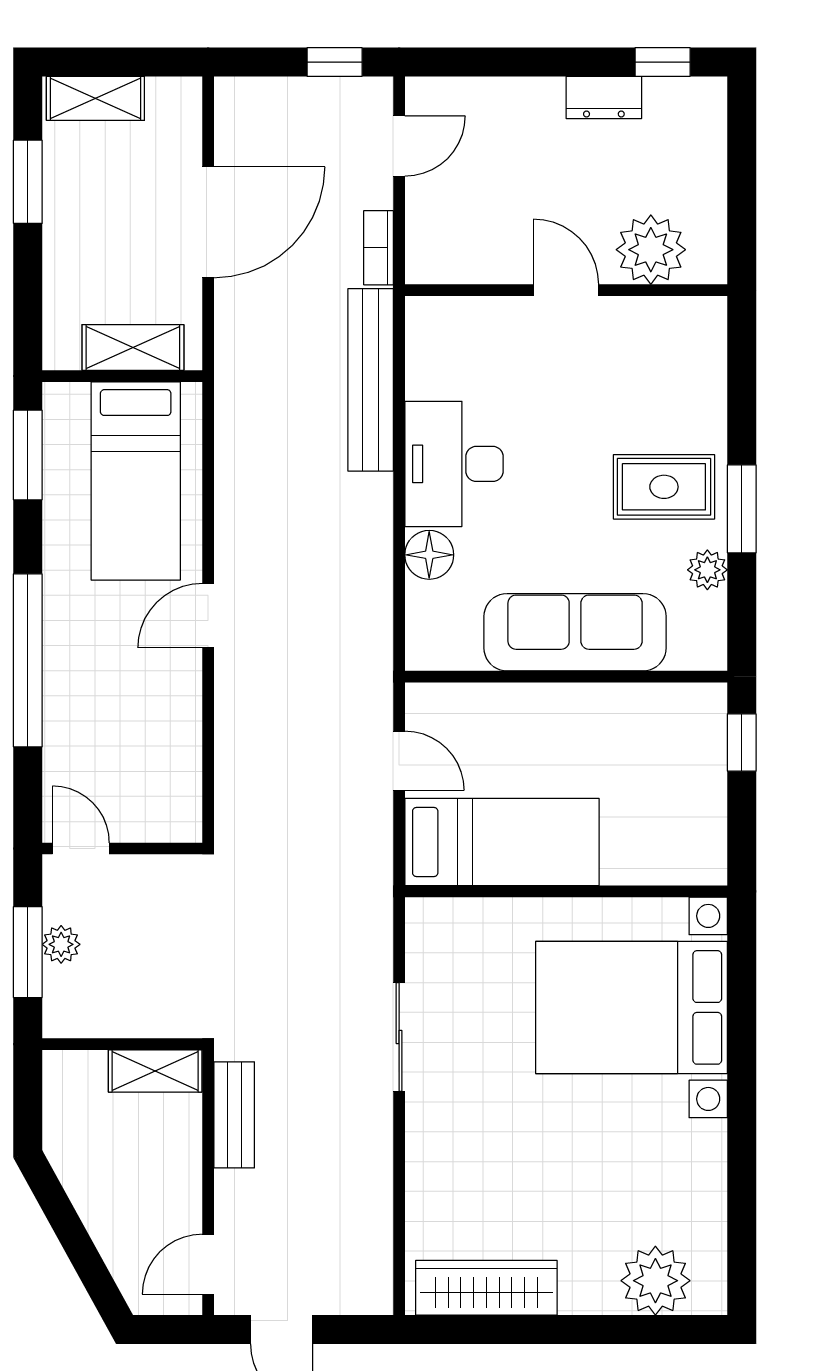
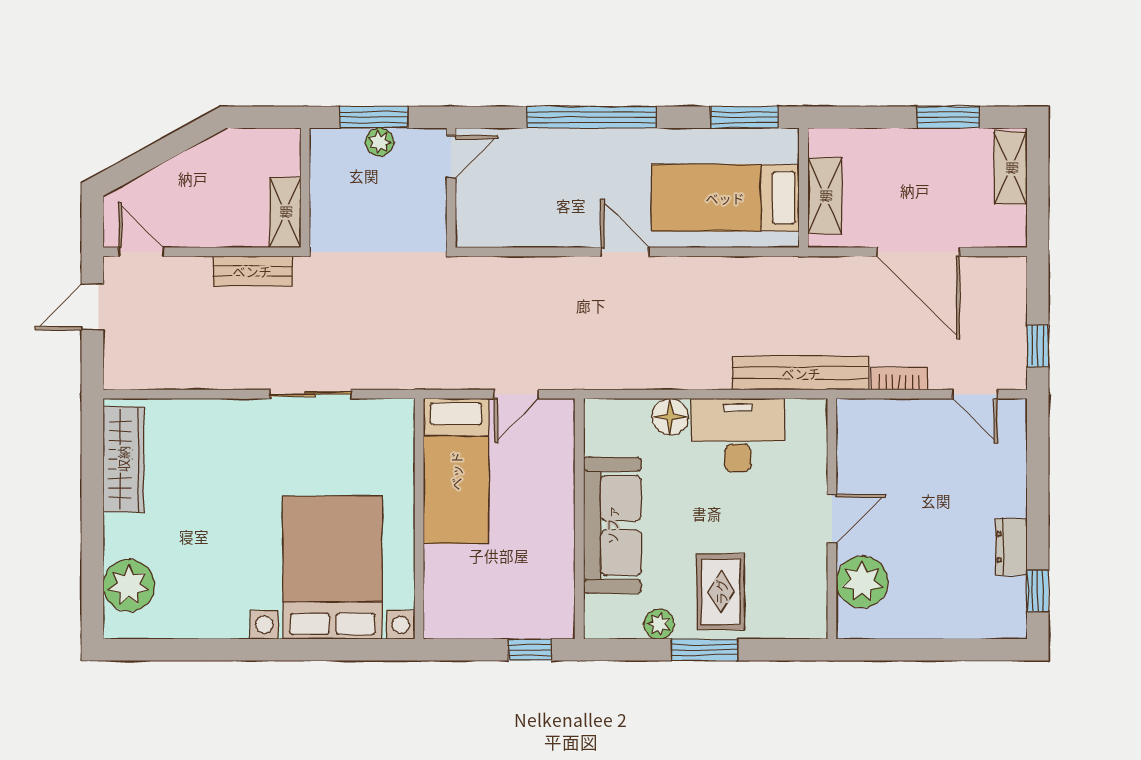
plant: (651, 250) -> (862, 582), moved
door: (566, 290) -> (832, 519), moved
wall: (566, 290) -> (832, 519), moved

